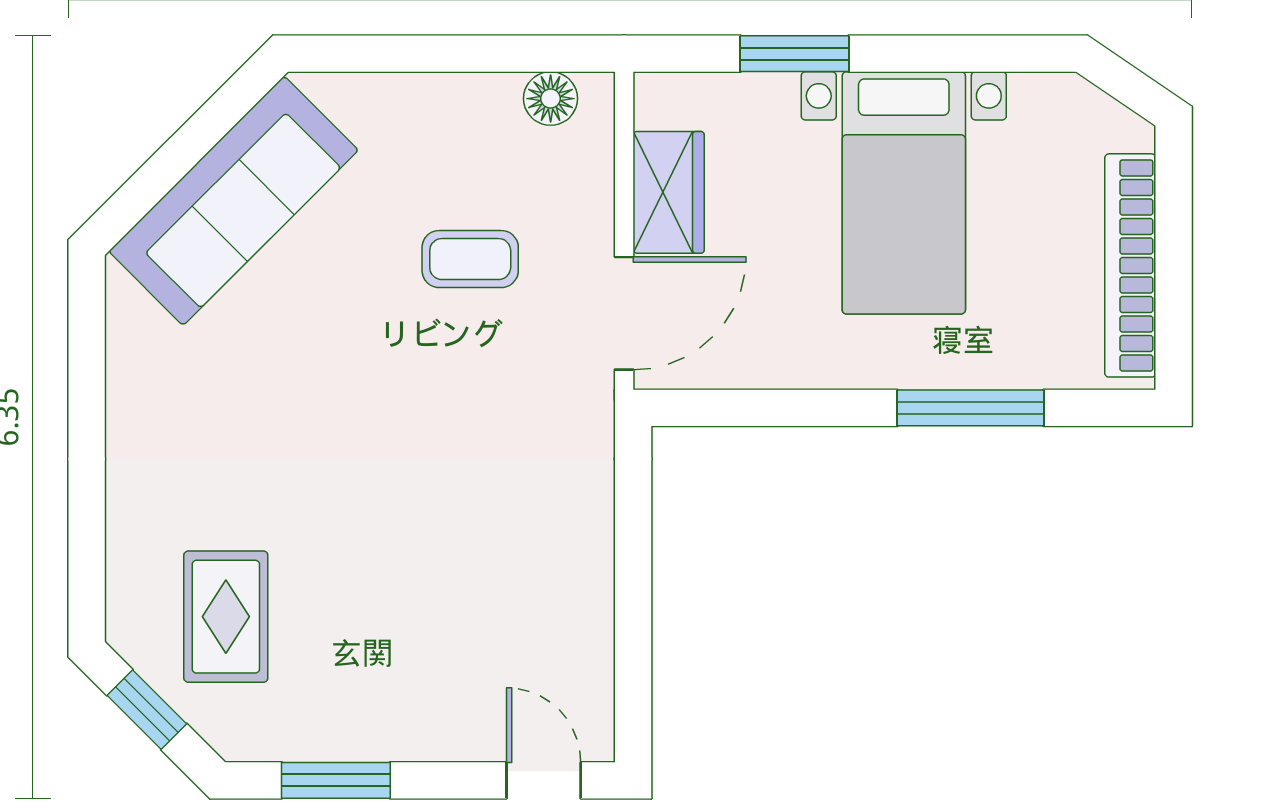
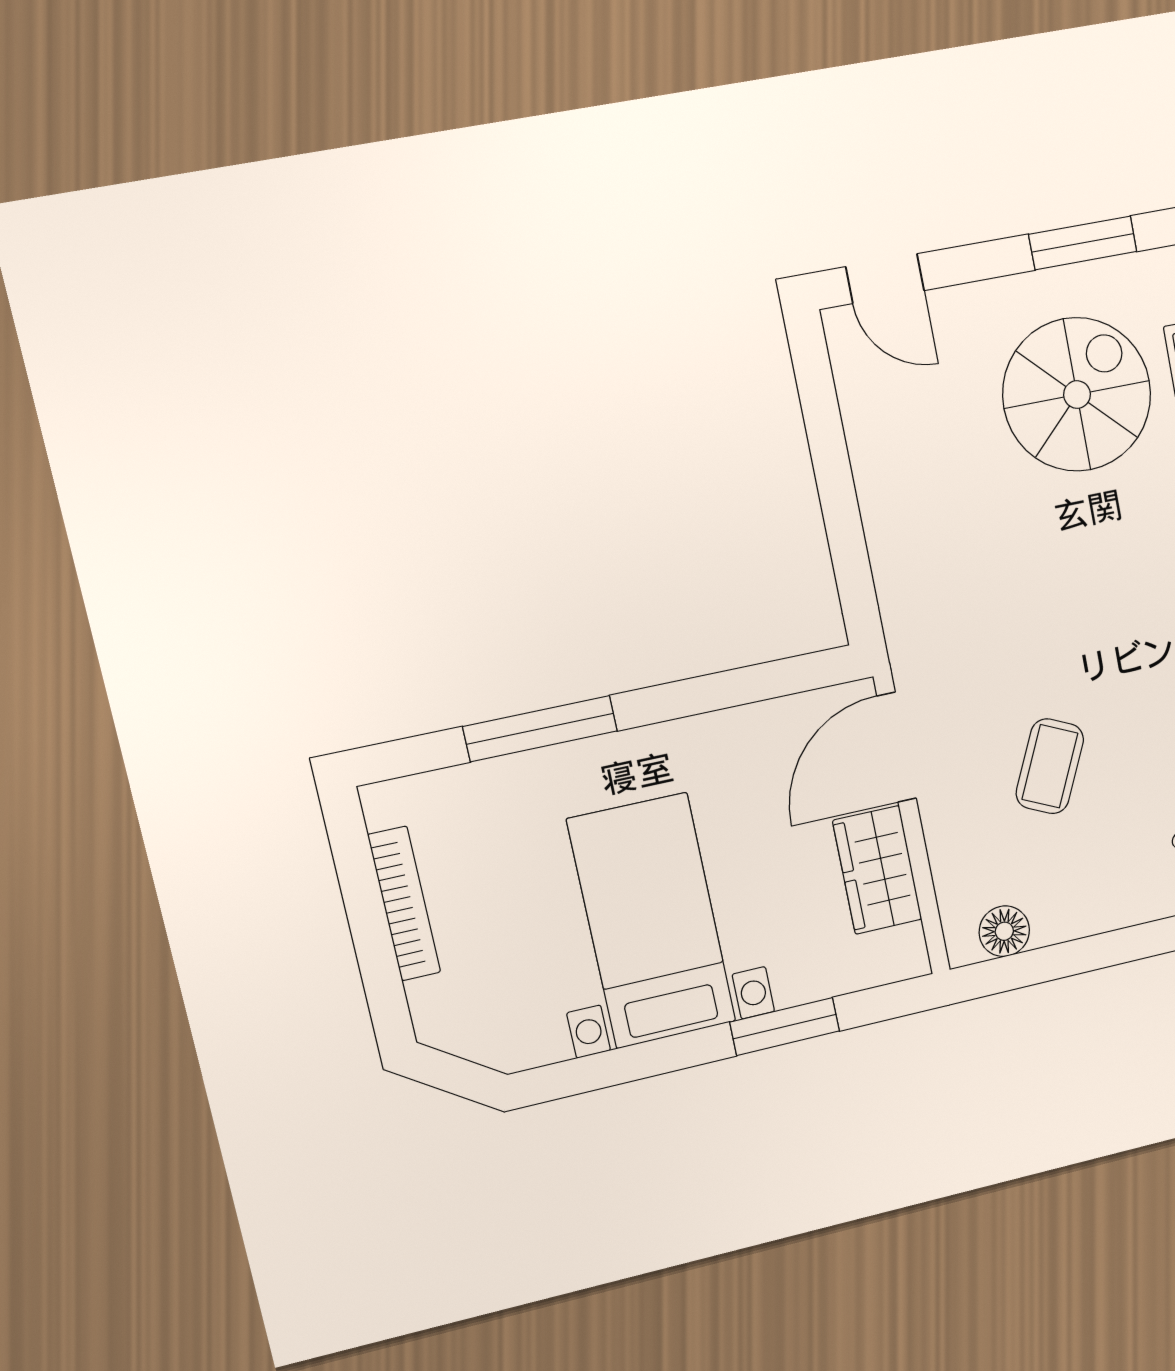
coffee table: (470, 259) -> (1050, 766), turned -65
bookcase: (1130, 265) -> (404, 904), width x0.68, depth x0.76
spiral stairs: (370, 631) -> (1077, 395), added

